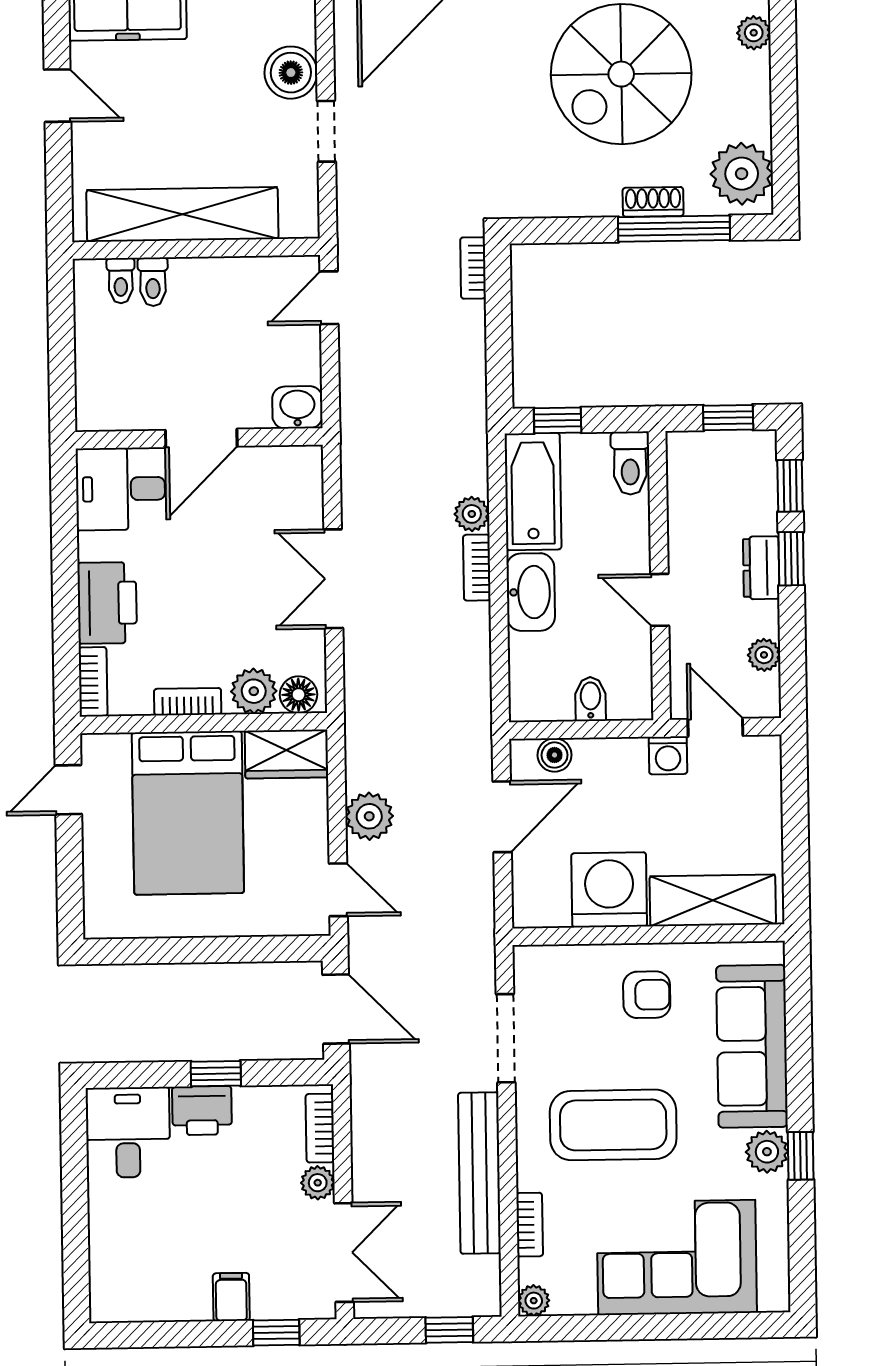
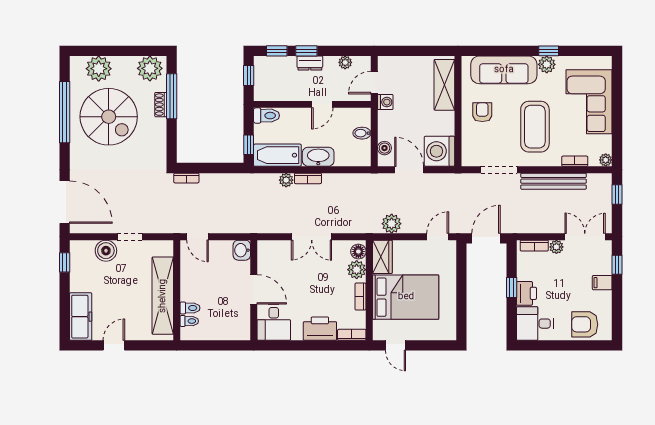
plant: (754, 33) -> (99, 69), width x1.88, depth x1.88
plant: (369, 816) -> (392, 224), moved
washing machine: (609, 890) -> (440, 151), moved
armchair: (128, 1255) -> (585, 324), added

